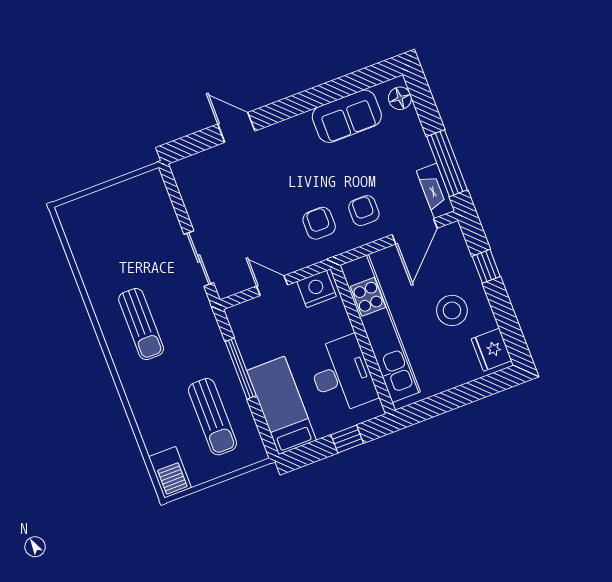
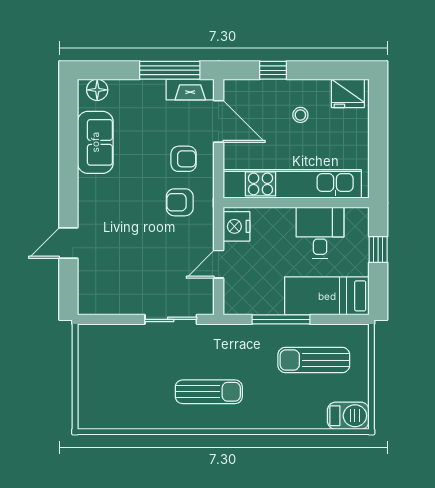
armchair: (364, 211) -> (184, 159), turned 180
stool: (452, 310) -> (300, 115), width x0.53, depth x0.53
desk: (342, 375) -> (320, 233), width x0.73
sun lounger: (213, 417) -> (314, 360), turned 180

